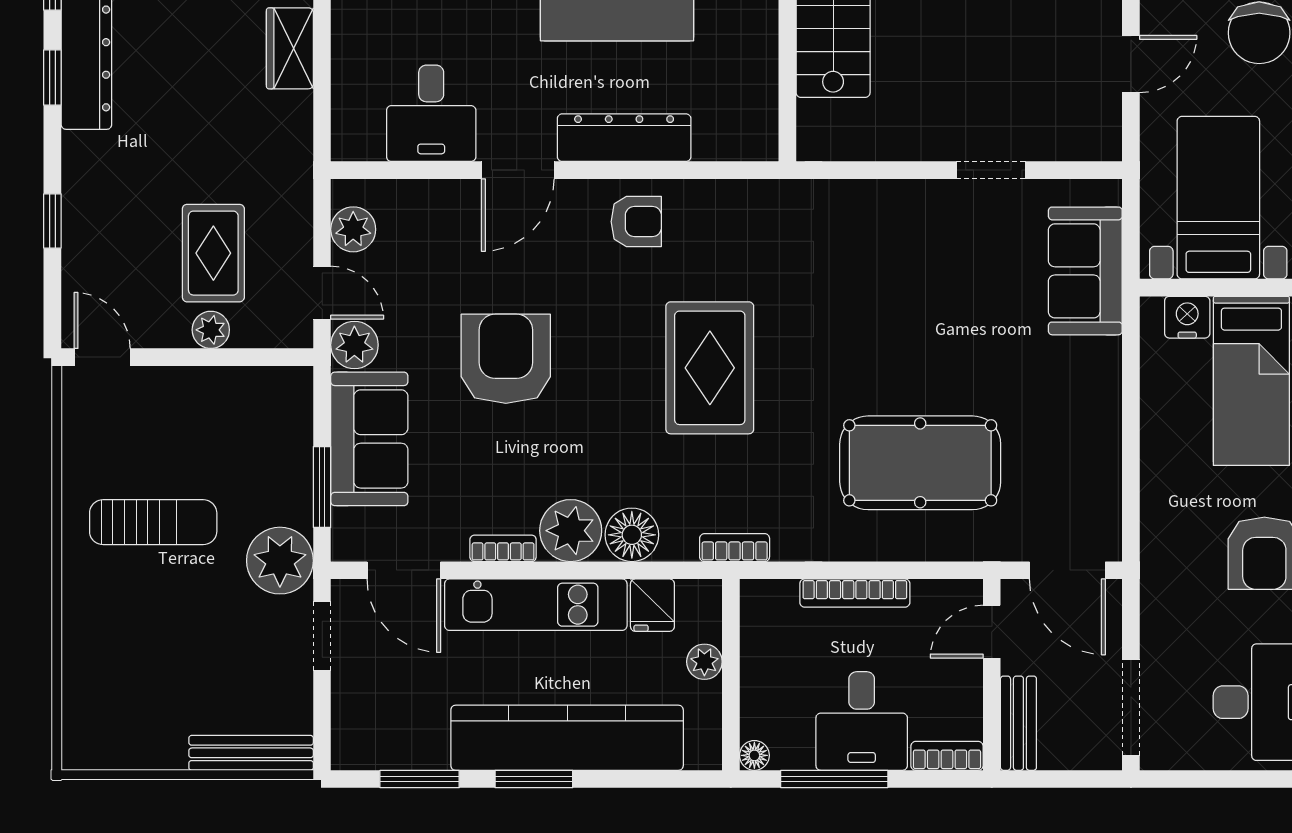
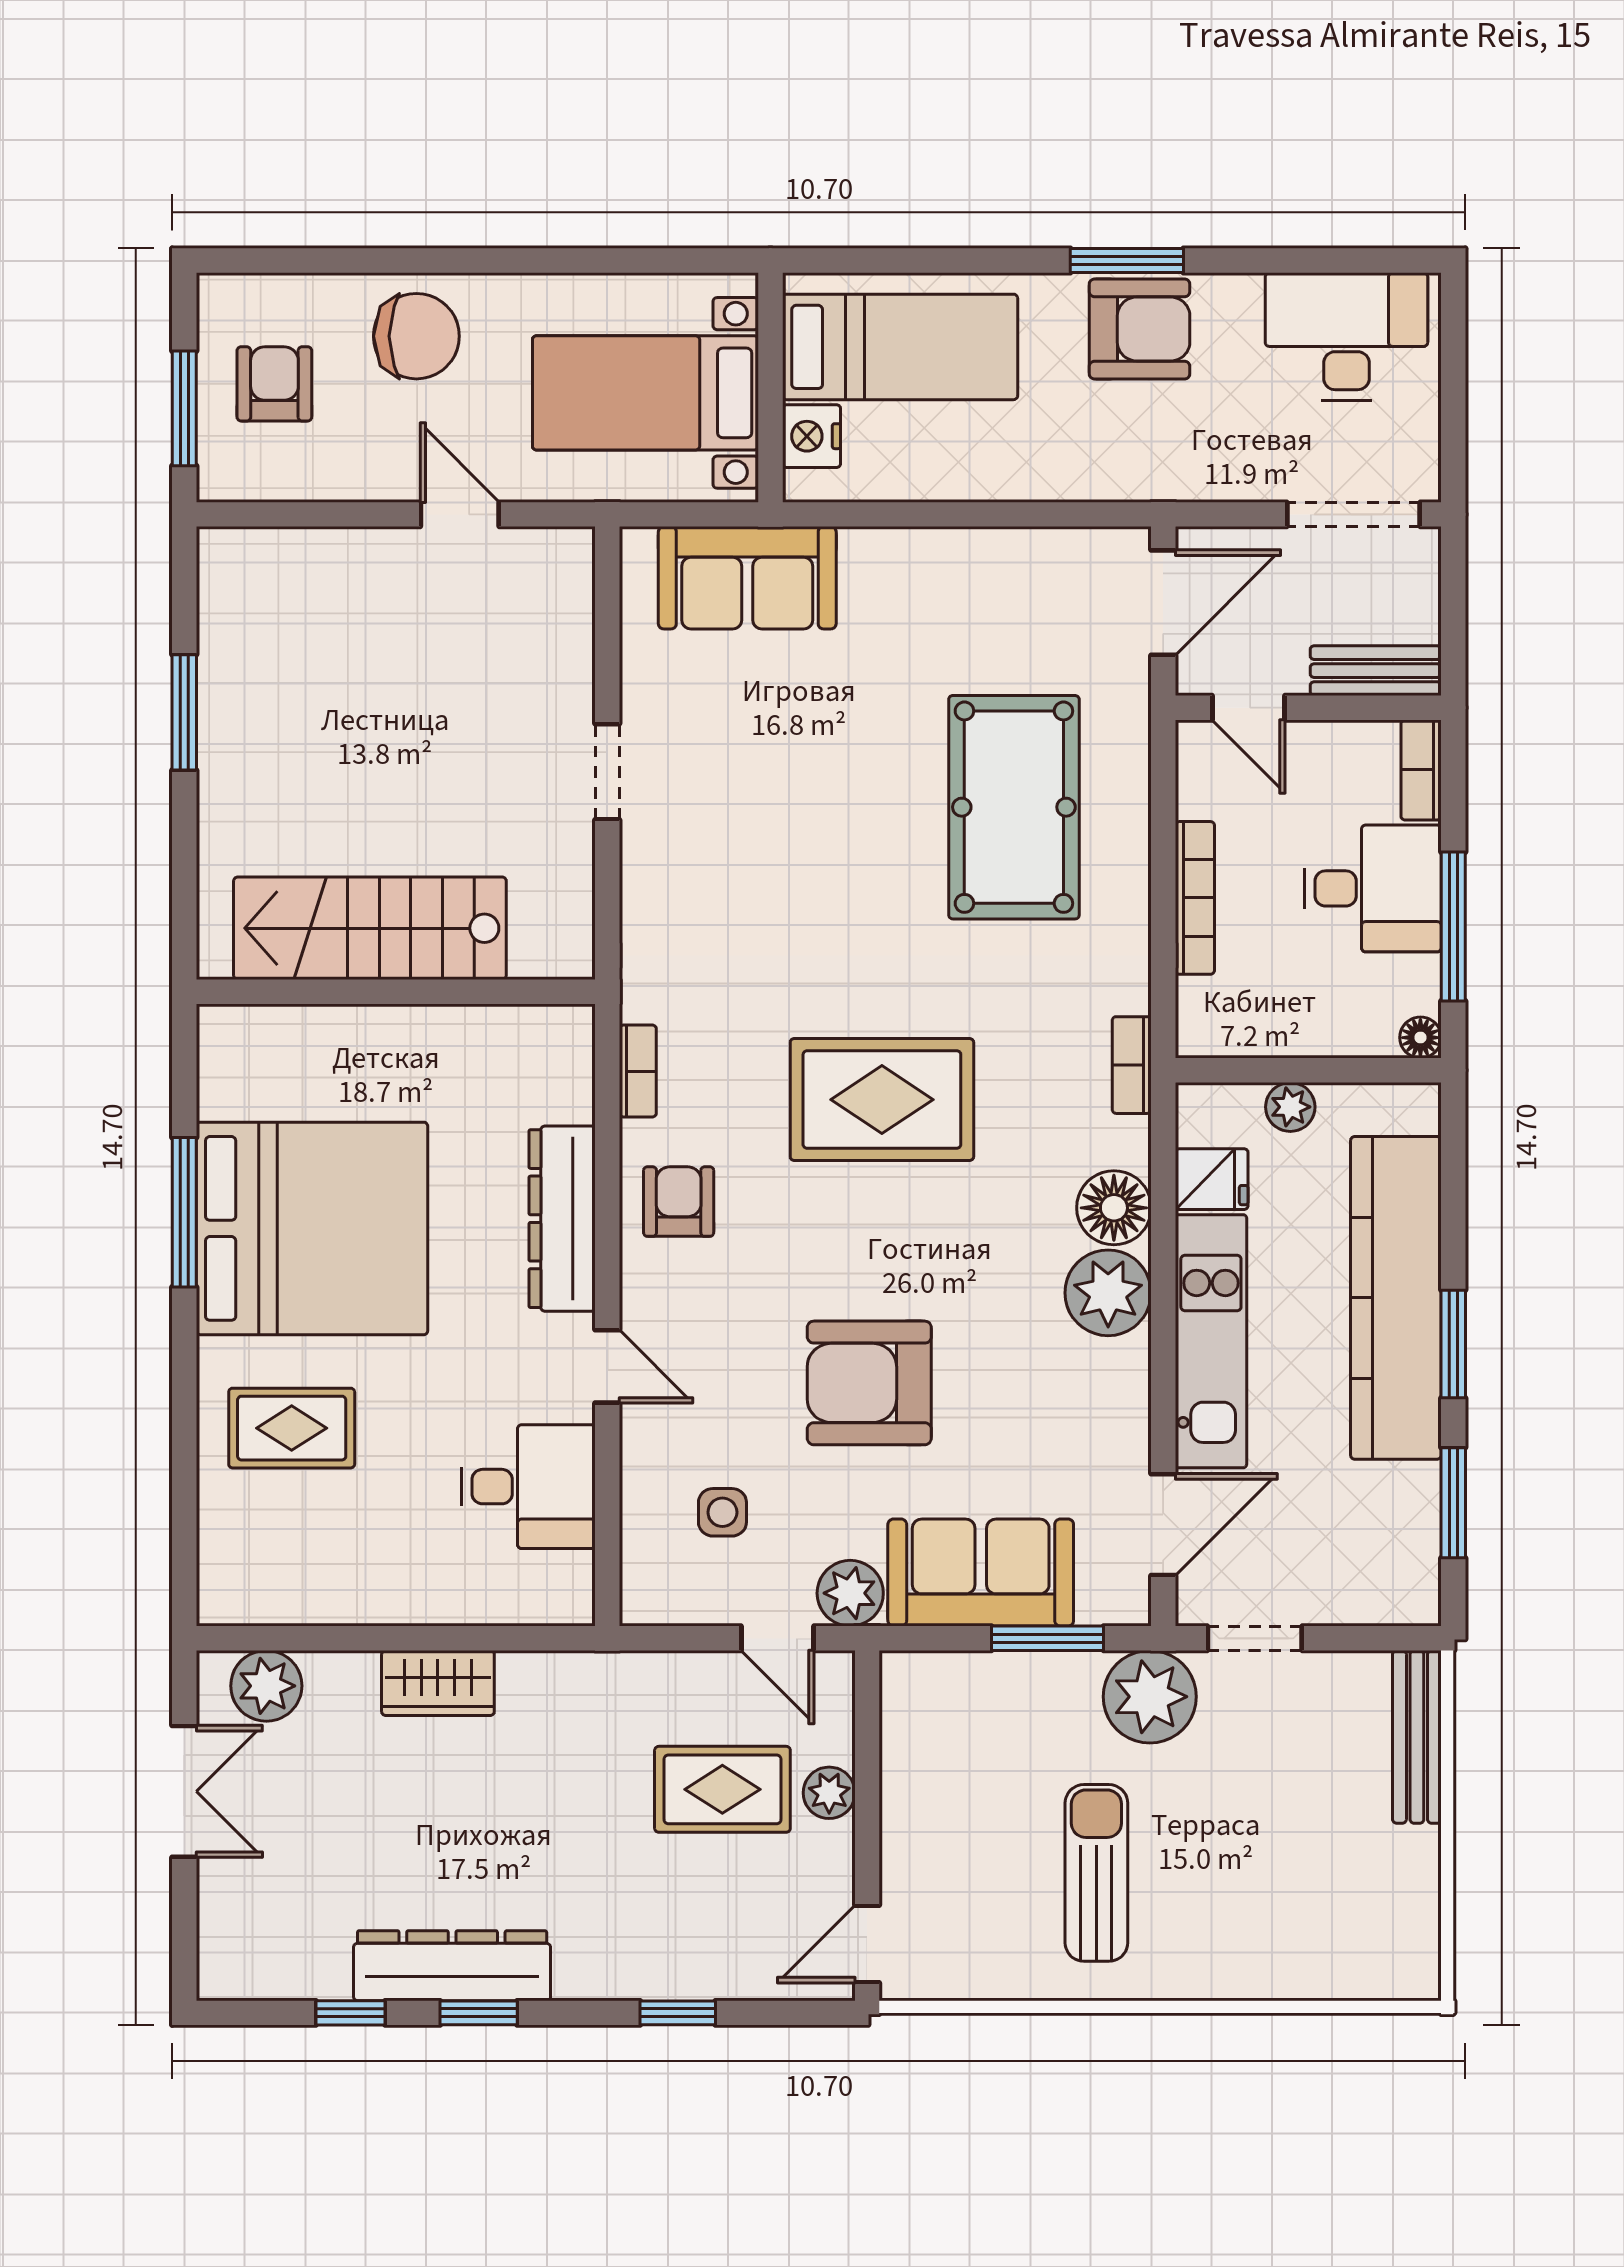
door: (518, 170) -> (607, 1366), width x0.73
doorway: (991, 170) -> (607, 772), moved
plant: (353, 229) -> (690, 1595), removed
side table: (413, 253) -> (722, 1512), added
door: (322, 293) -> (777, 1638), swing flipped
bookcase: (503, 548) -> (638, 1071), moved, turned 180

